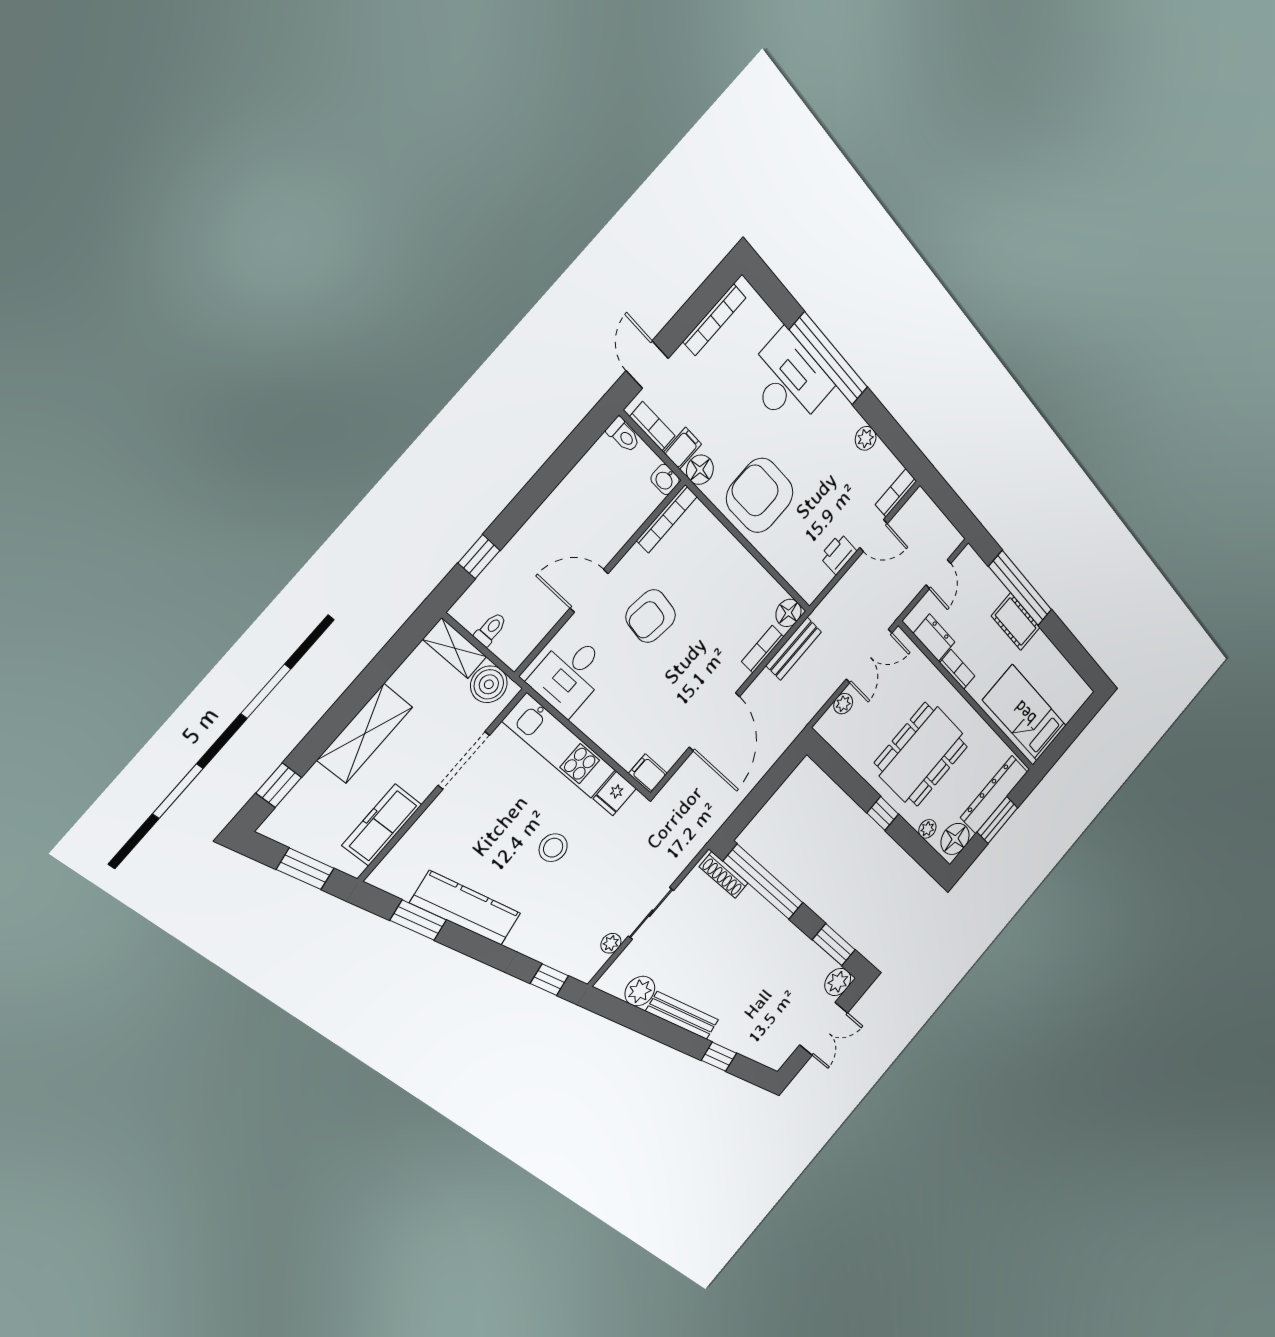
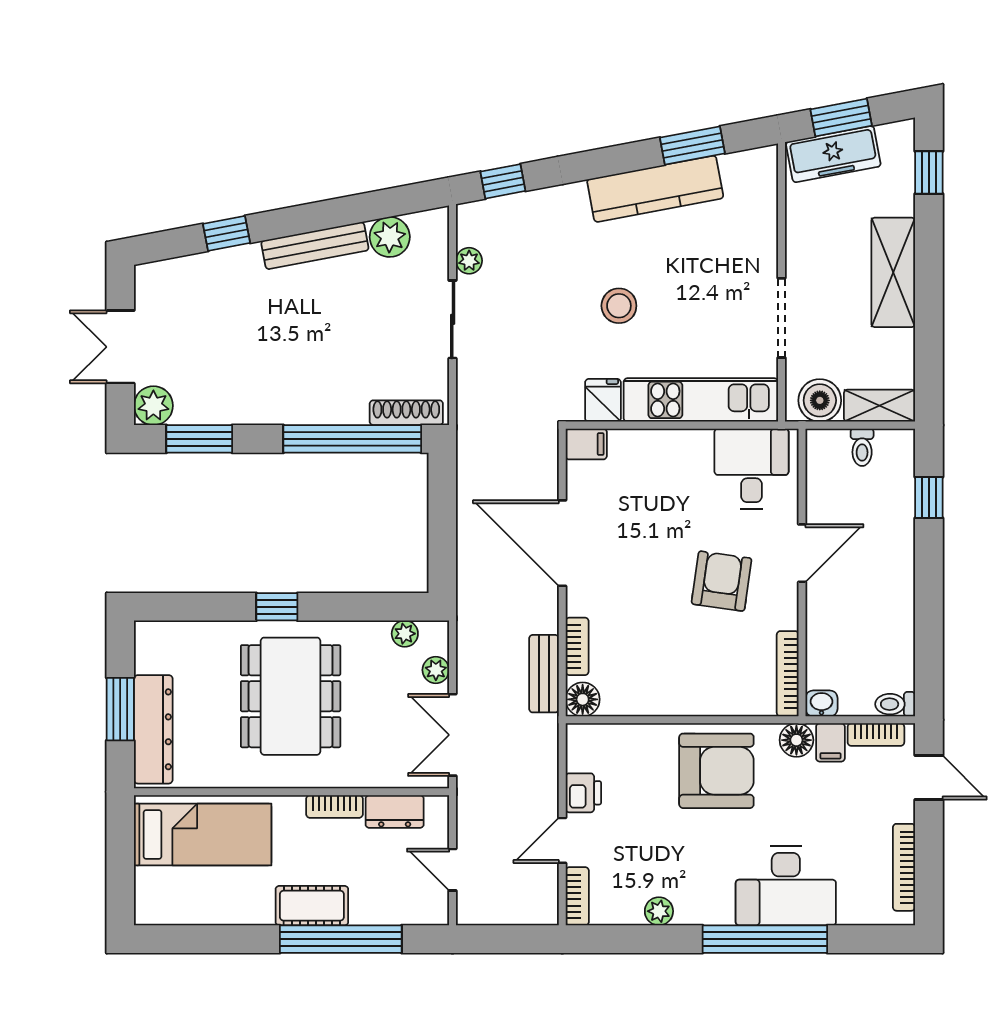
freezer: (382, 825) -> (833, 154), moved, turned 79
plant: (927, 829) -> (405, 634), moved
floor lamp: (955, 839) -> (156, 650), removed

